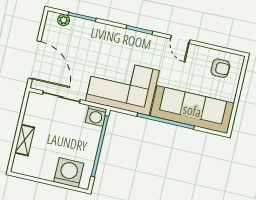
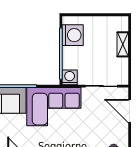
door: (35, 60) -> (130, 111), width x0.73
washing machine: (69, 173) -> (73, 35), moved, turned -90

